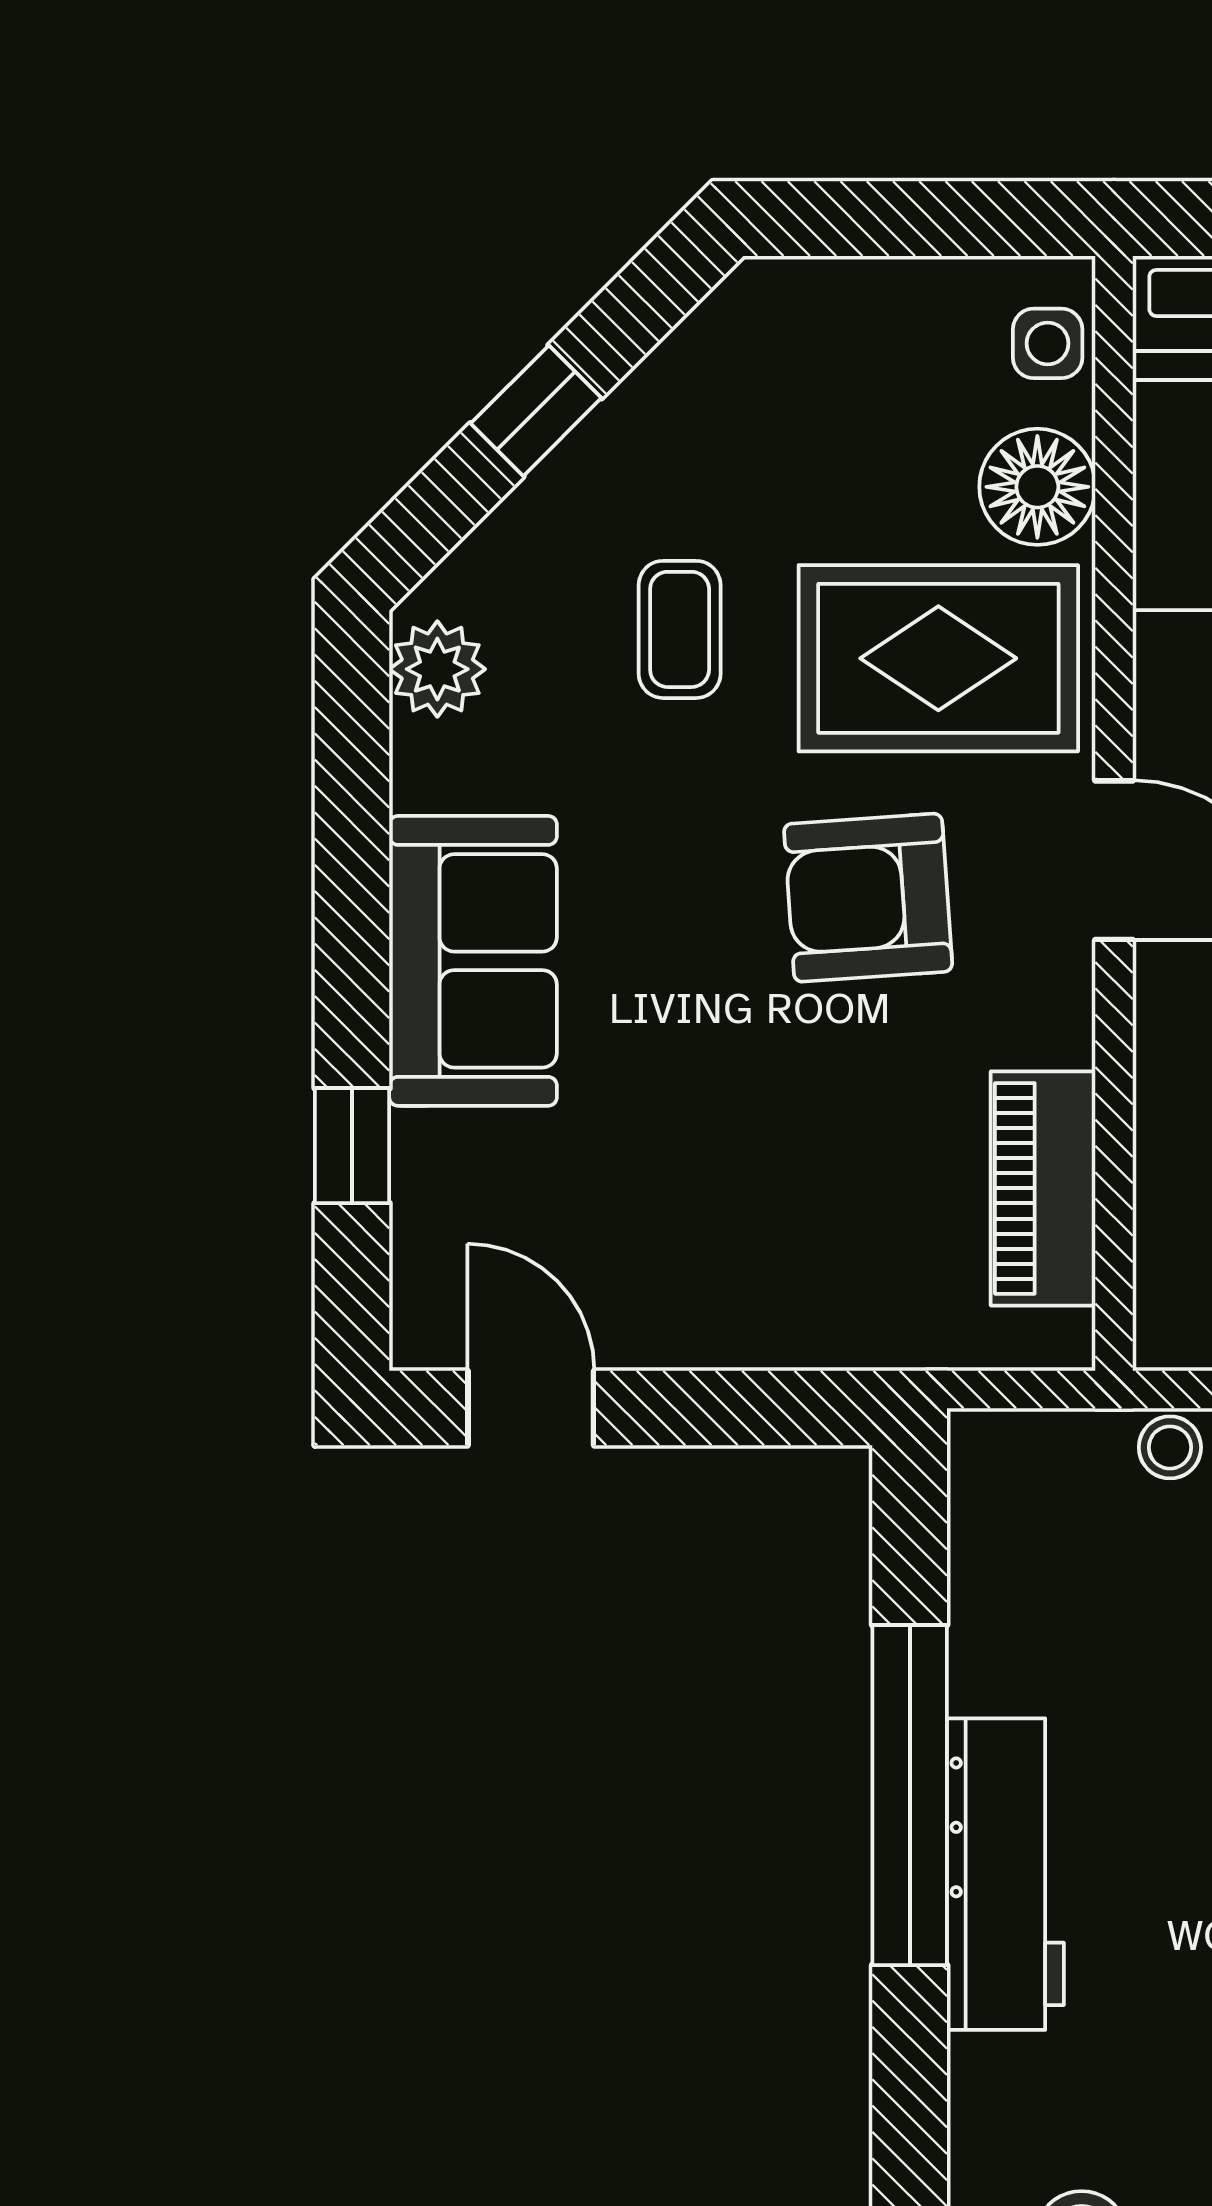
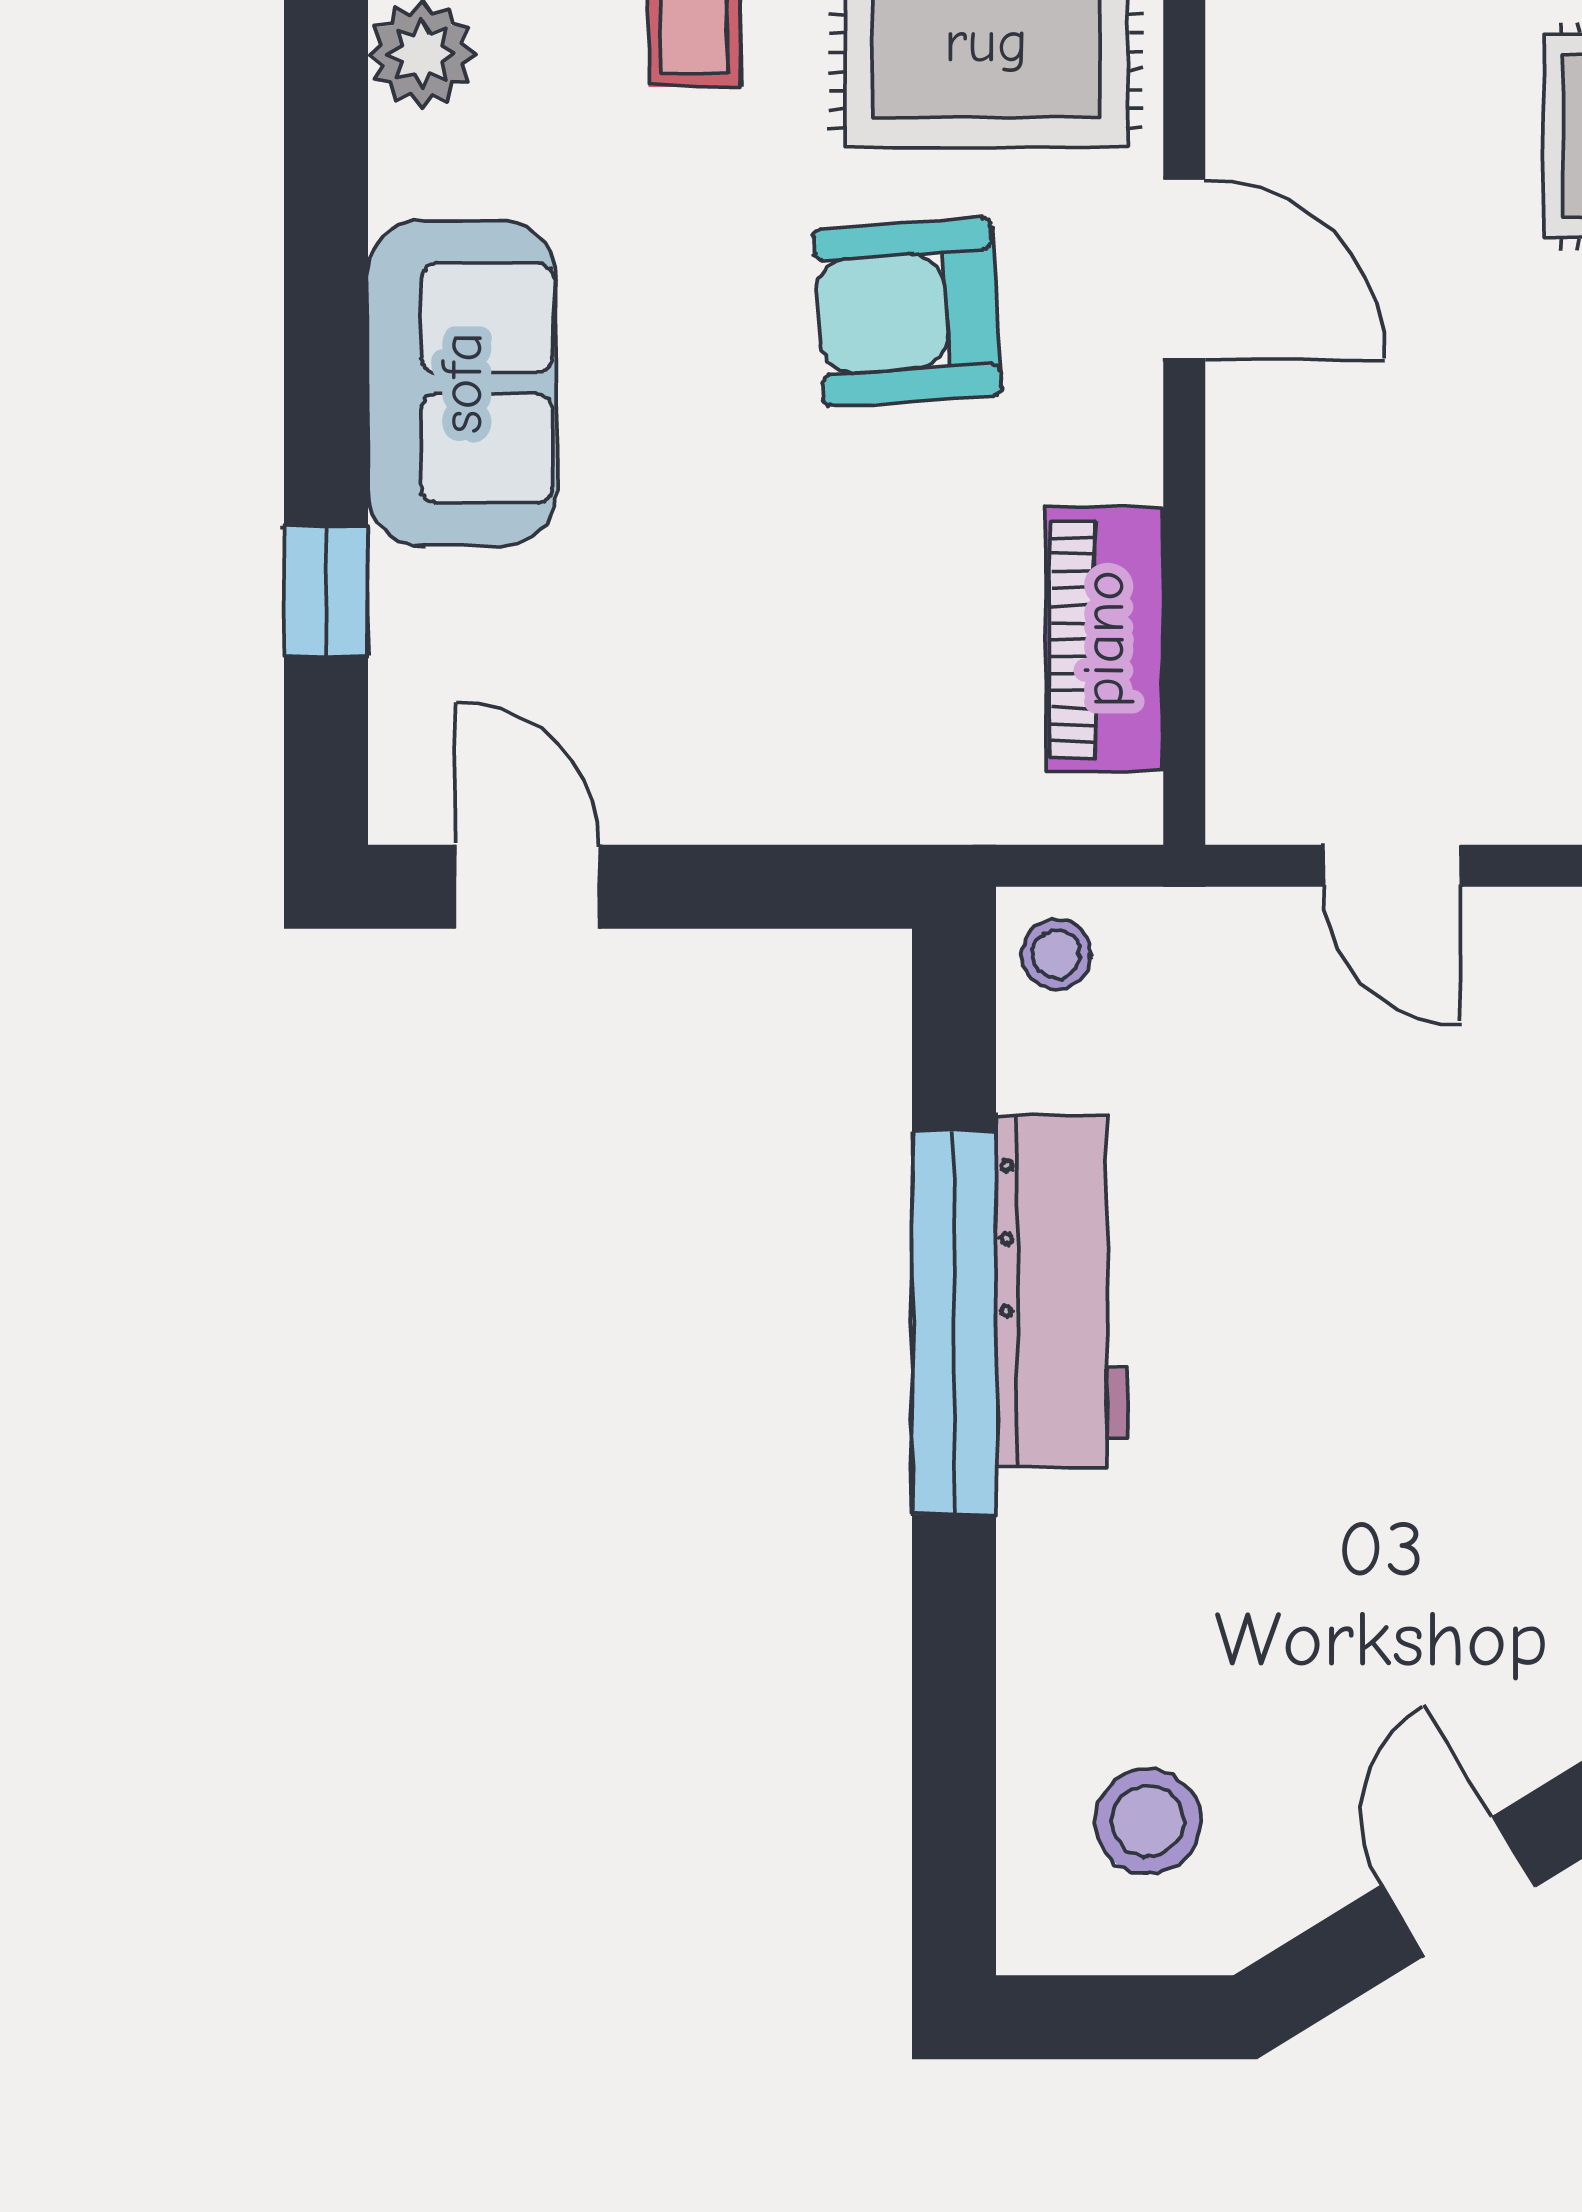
stool: (1170, 1447) -> (1056, 954), moved
workbench: (1005, 1874) -> (1062, 1291), moved

